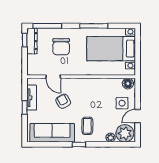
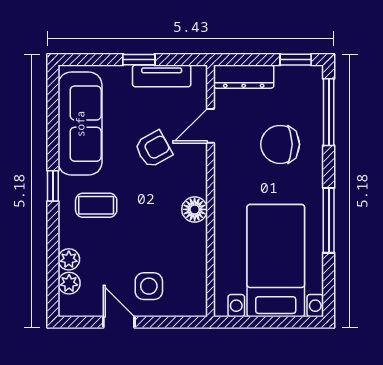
dresser: (32, 41) -> (244, 77), moved
floor lamp: (128, 84) -> (195, 209), moved
plant: (125, 133) -> (69, 283), width x0.53, depth x0.53

